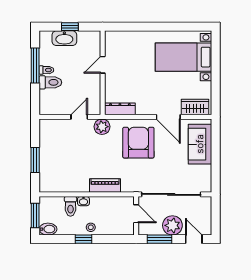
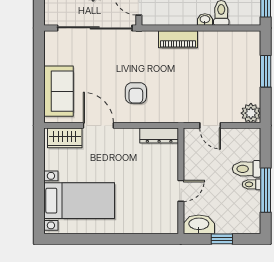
washbasin: (64, 38) -> (199, 224), moved
door: (79, 117) -> (210, 125), hinge flipped
plant: (102, 127) -> (251, 113), moved
armchair: (138, 143) -> (136, 93), width x0.53, depth x0.53

